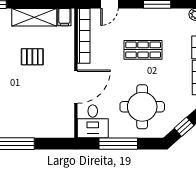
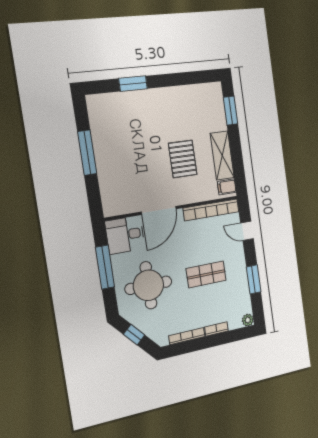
shop shelf: (143, 50) -> (206, 274), turned 90
pallet: (32, 57) -> (183, 159), width x1.50, depth x1.42
door: (76, 87) -> (159, 210), hinge flipped

